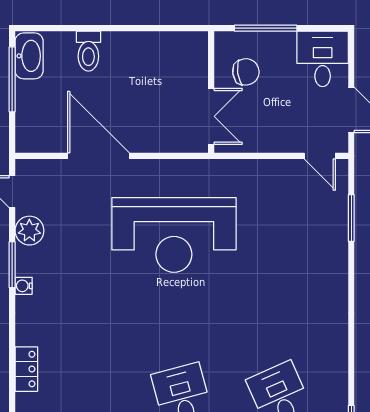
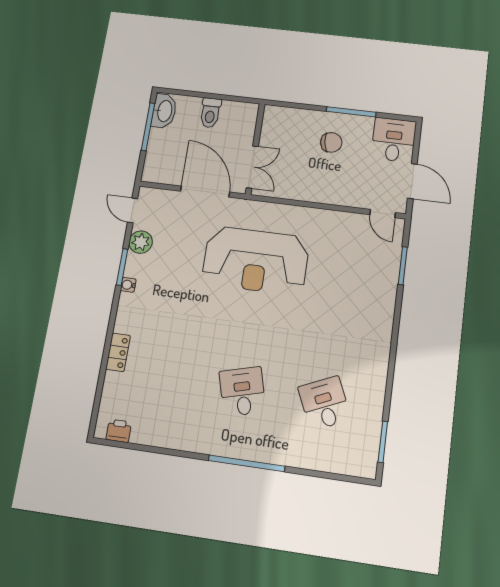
wall: (211, 92) -> (255, 149), moved
double door: (211, 116) -> (252, 167), moved

